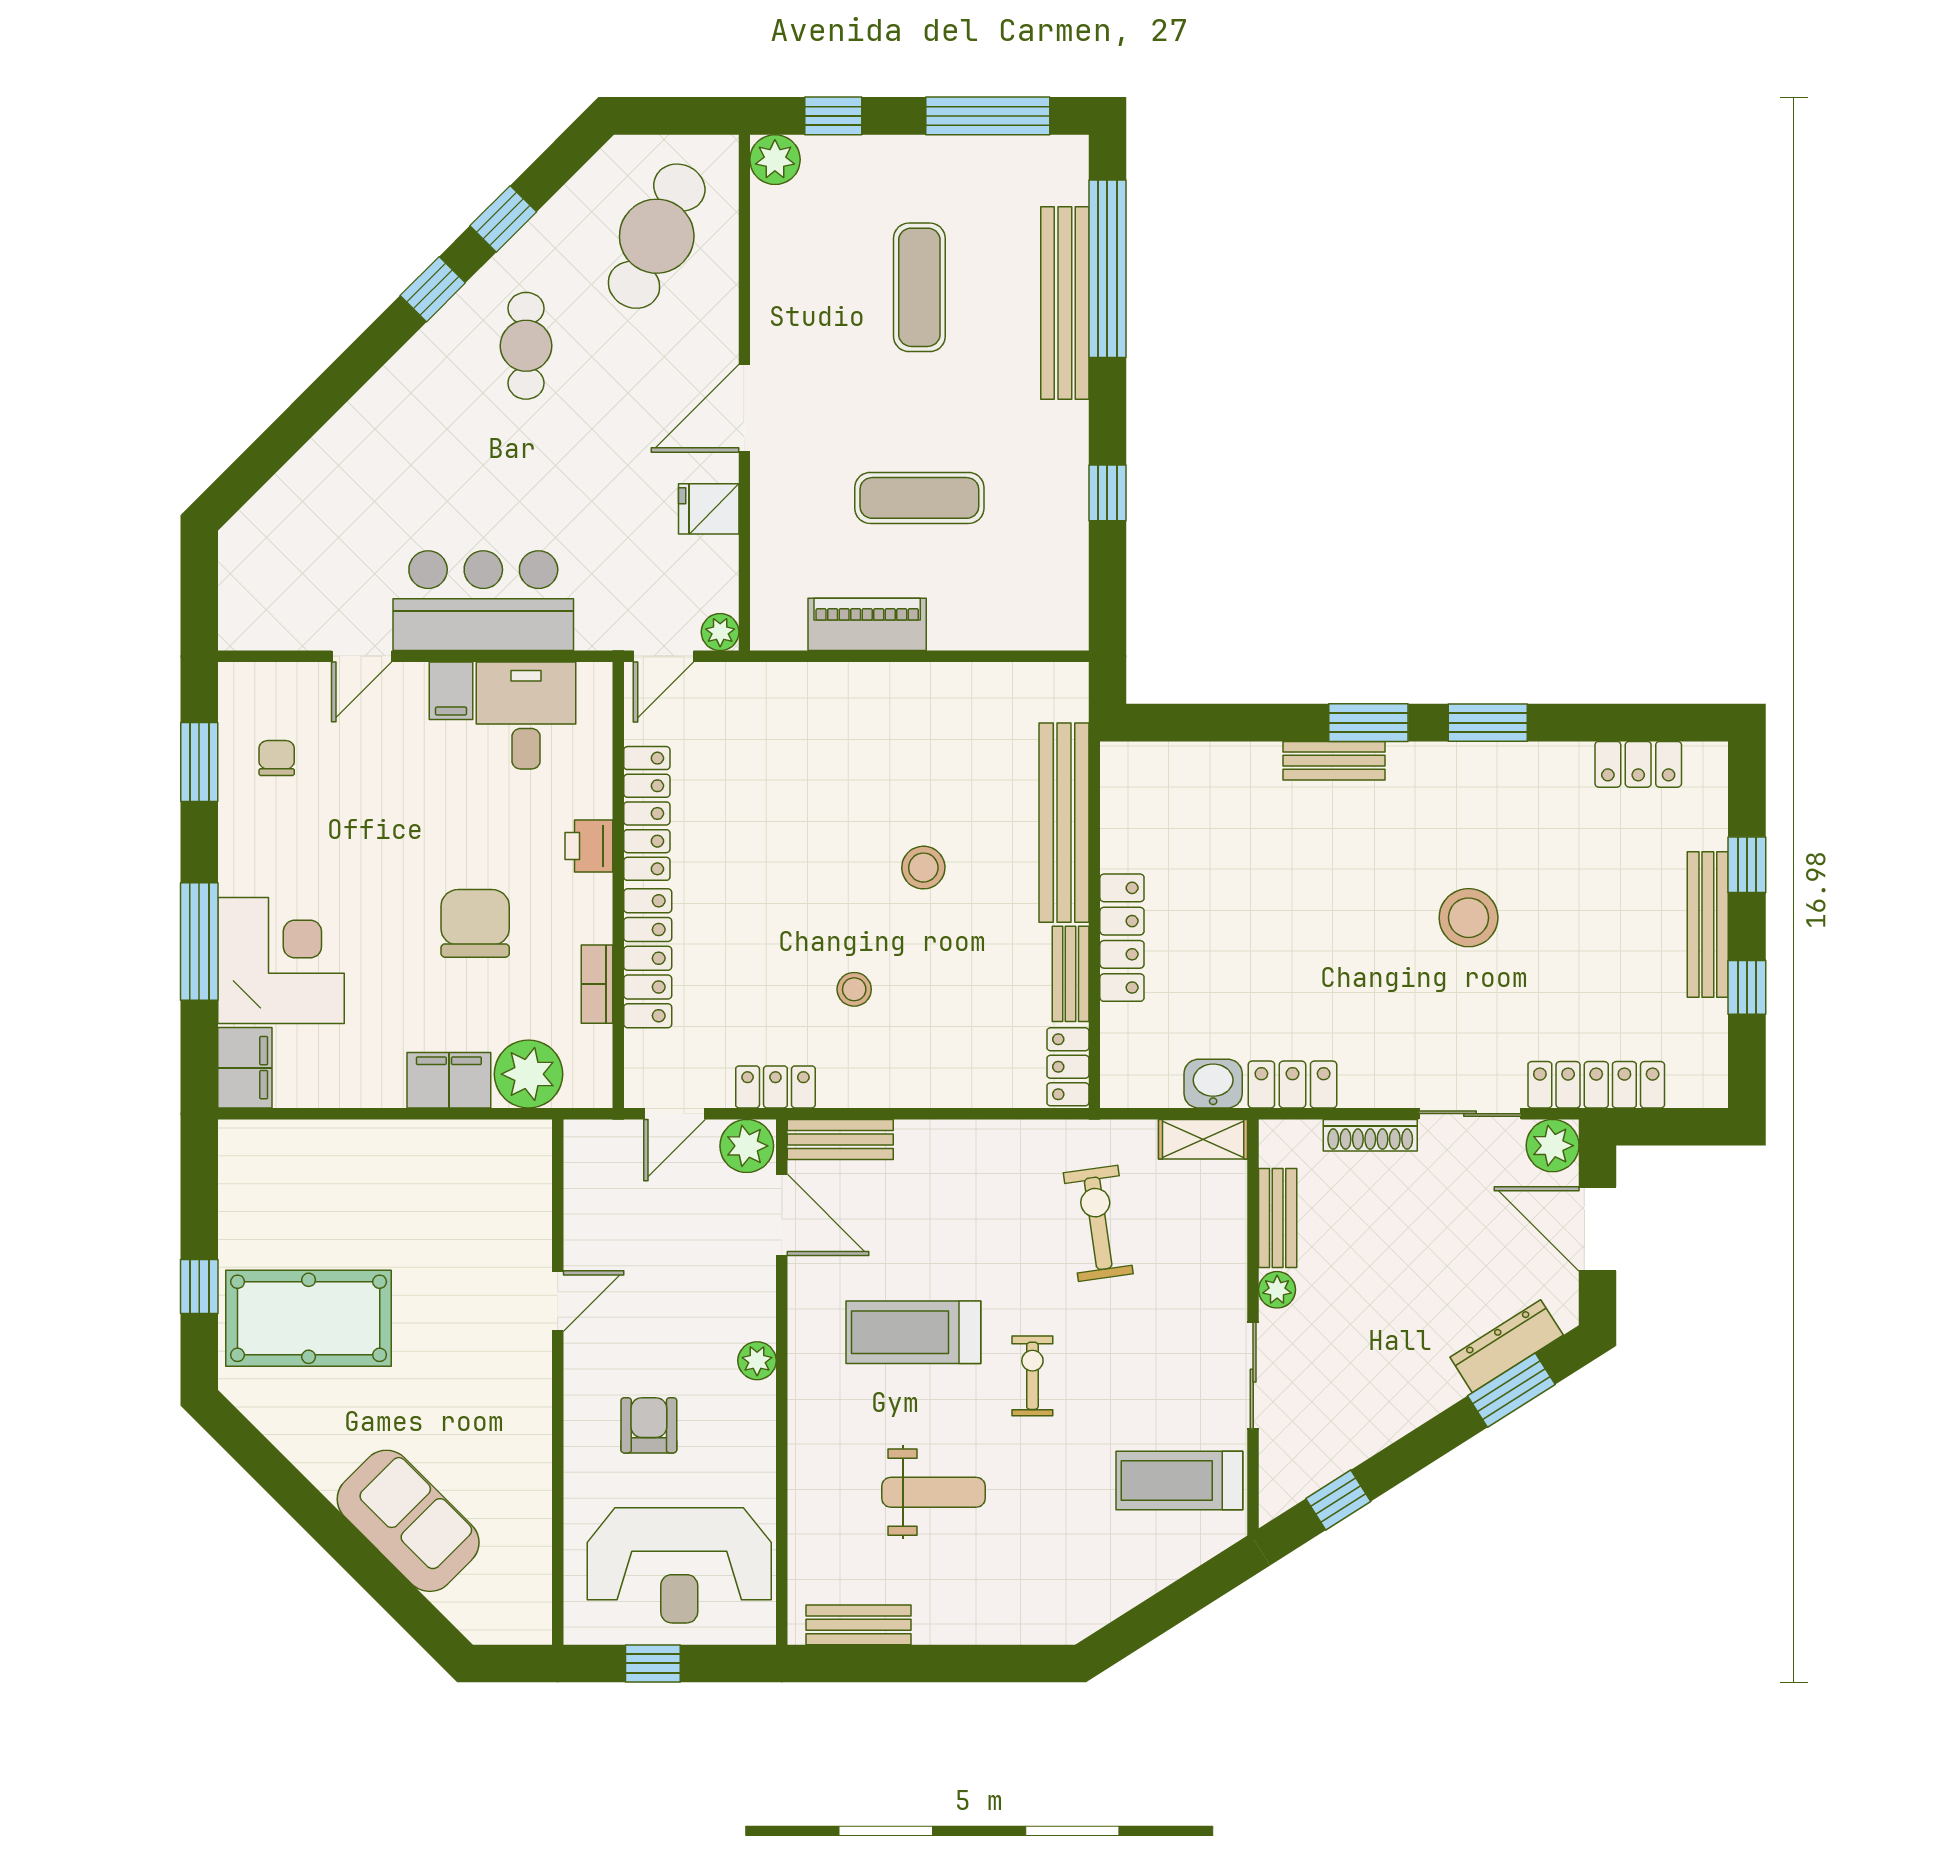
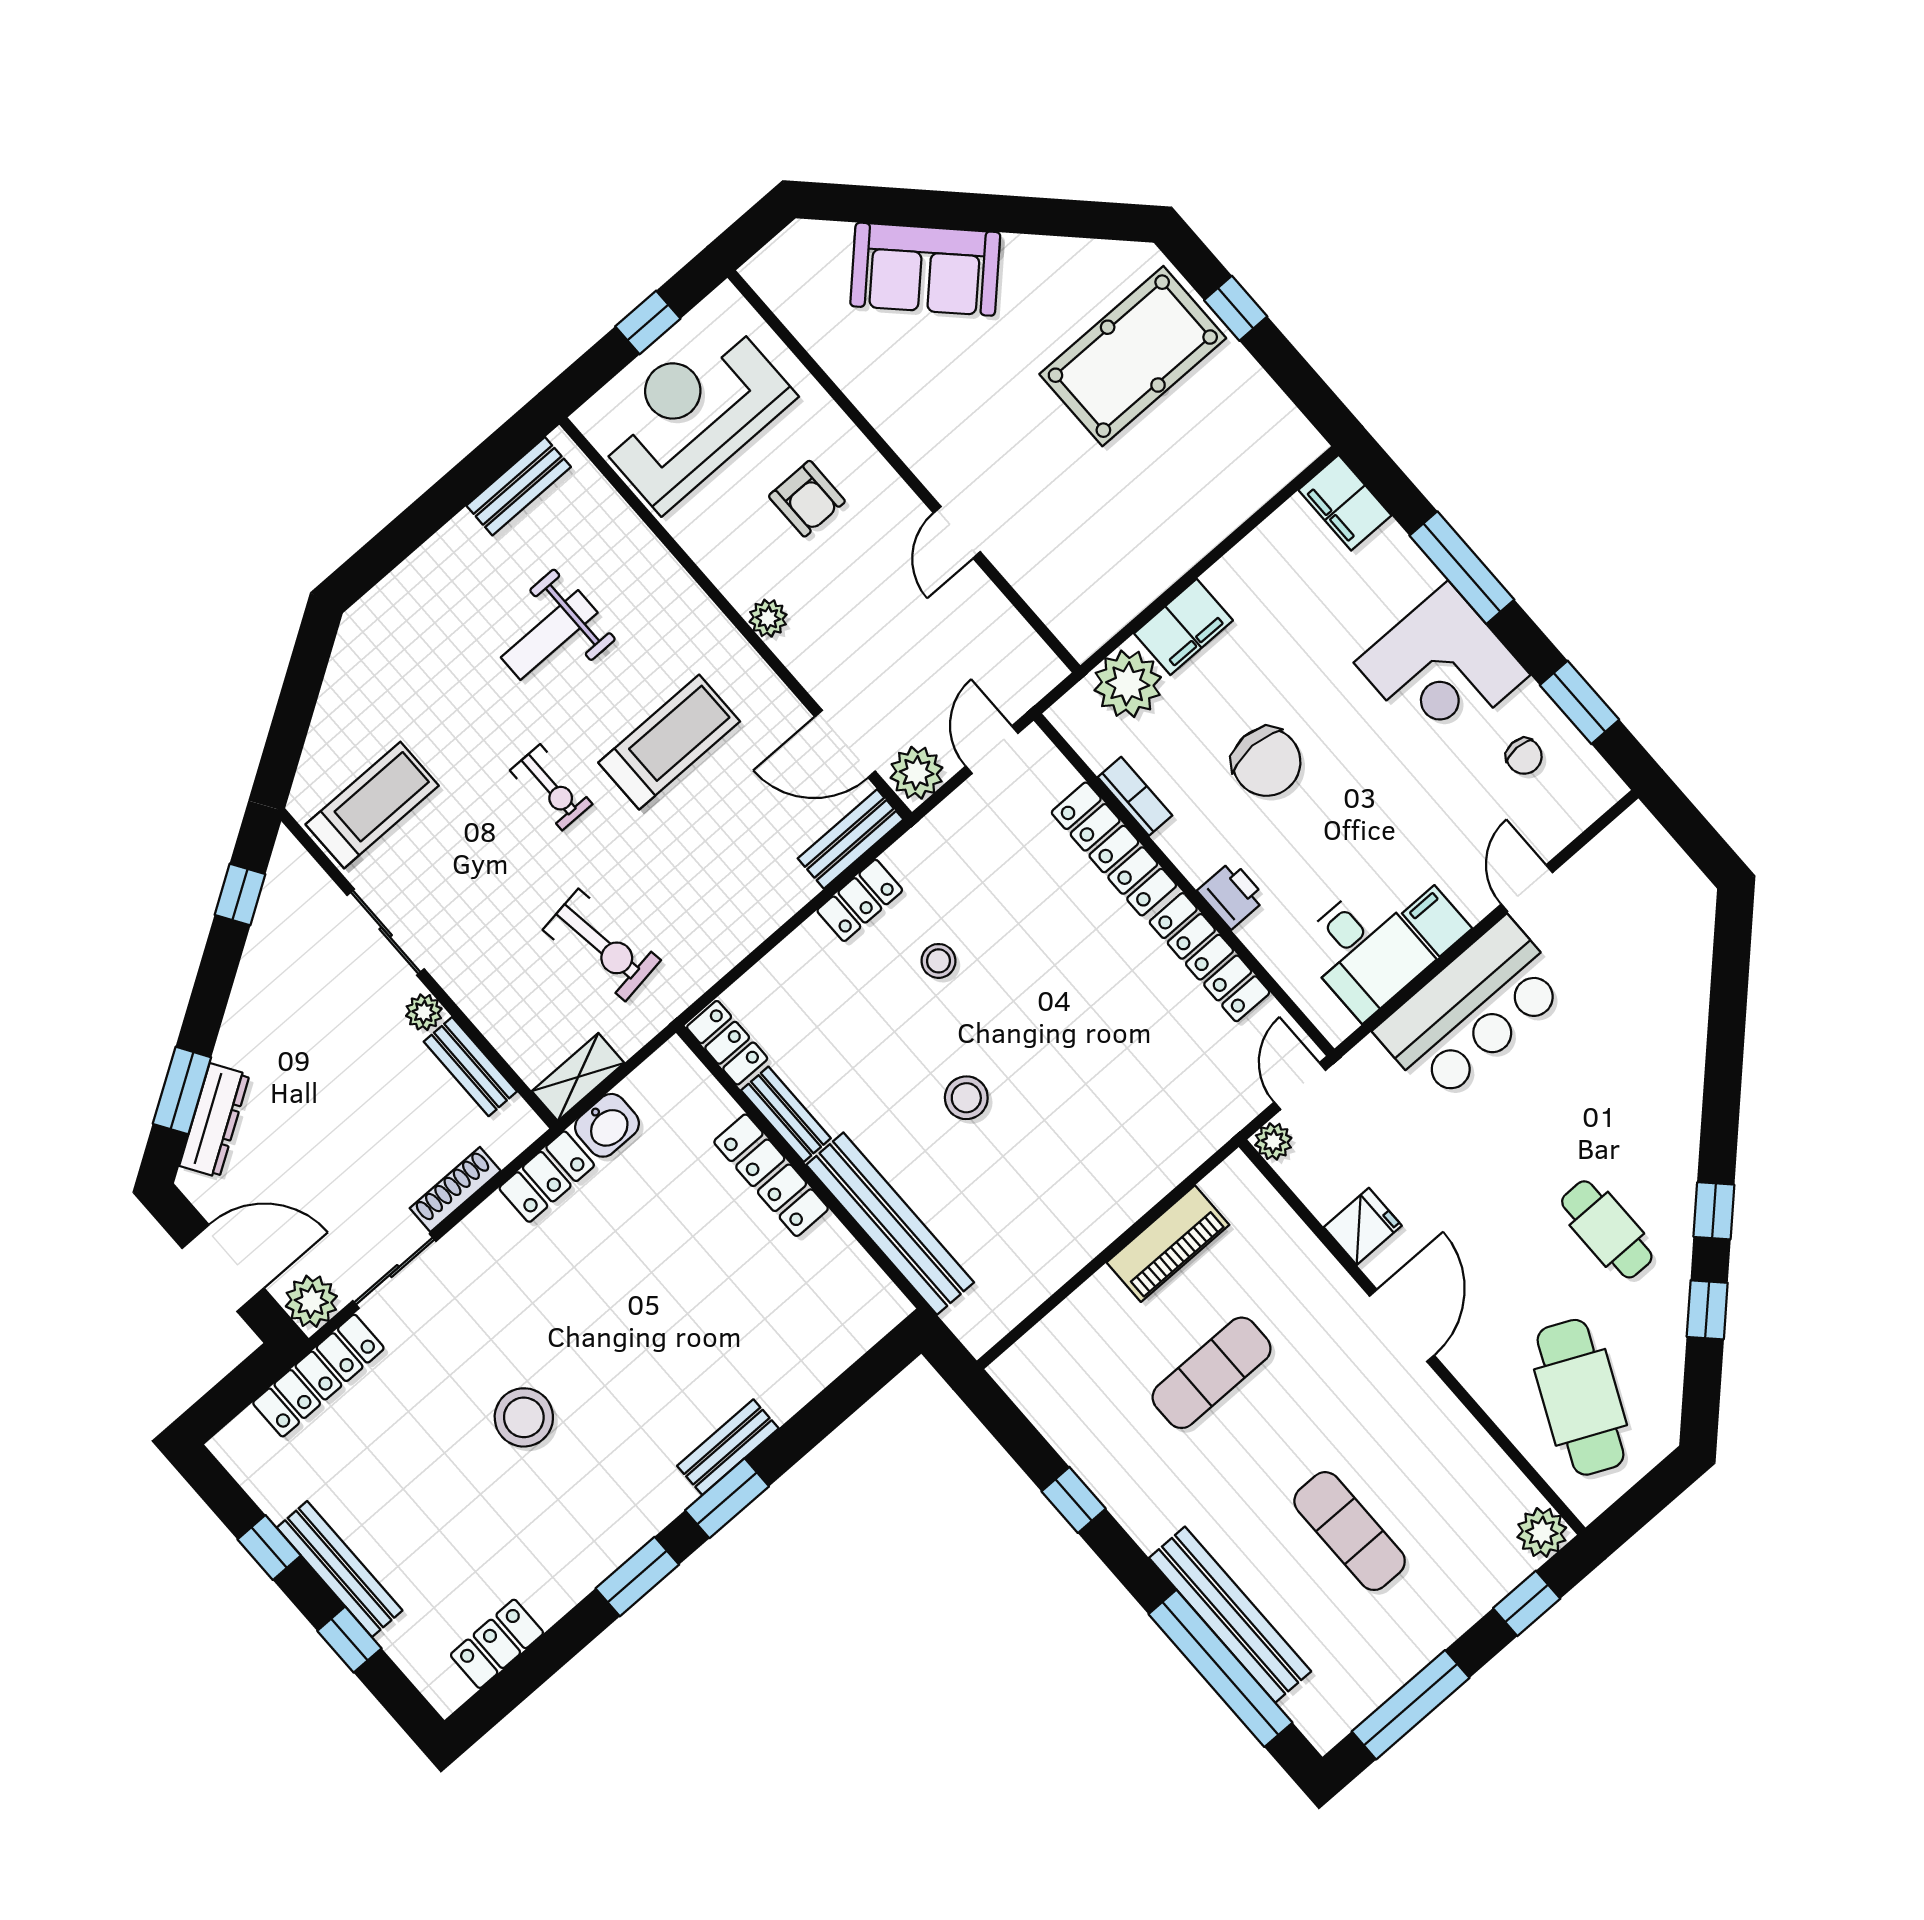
corner desk: (281, 960) -> (1442, 669), moved
locker: (775, 1087) -> (860, 900), moved

